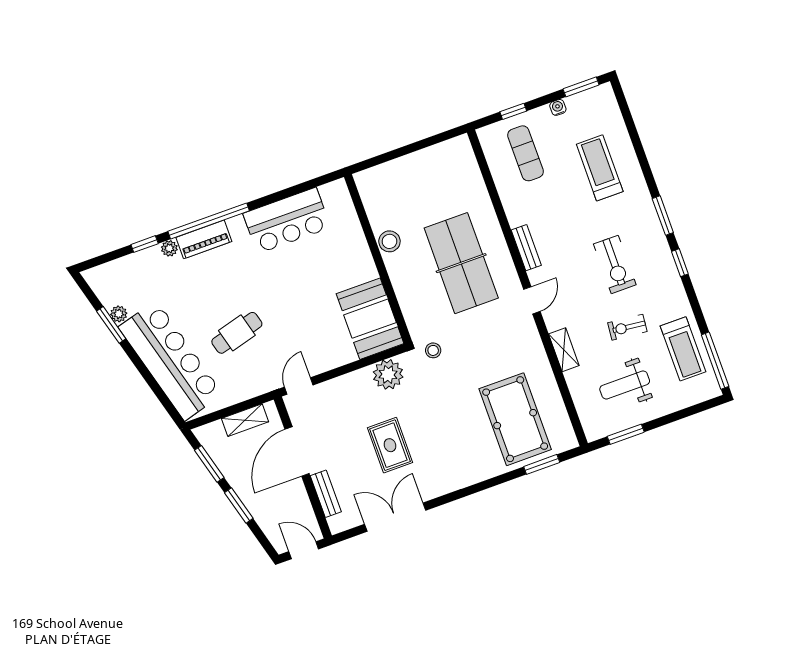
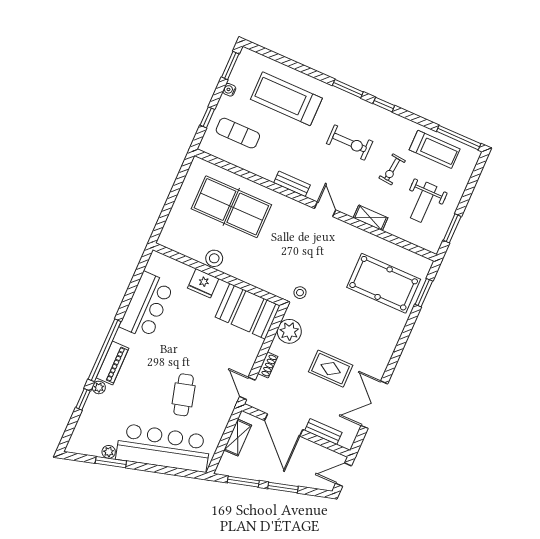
treadmill: (600, 168) -> (286, 99), width x1.37, depth x1.38
fridge: (357, 253) -> (203, 283), added
table tennis table: (461, 263) -> (231, 207), moved
shoe rack: (338, 384) -> (268, 365), added

